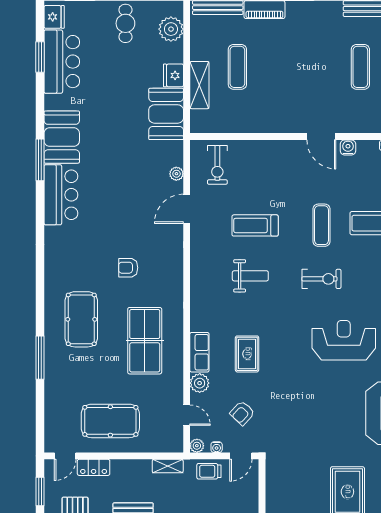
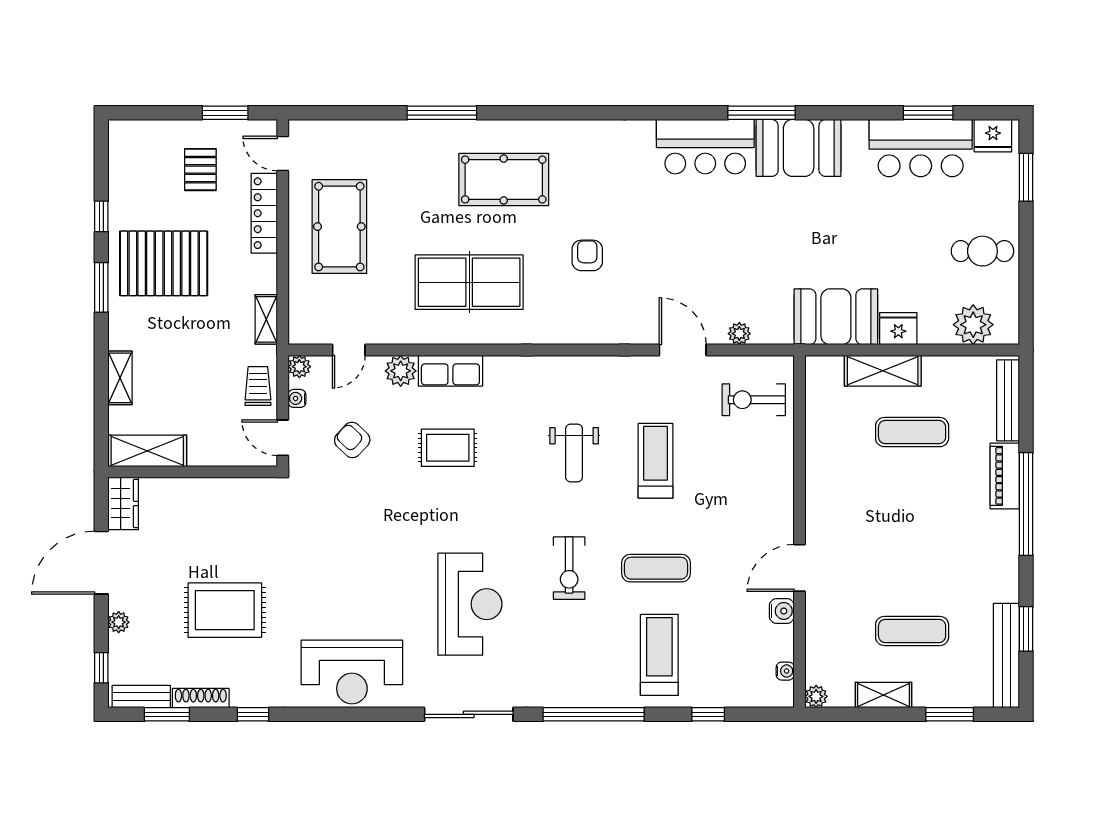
locker: (94, 467) -> (264, 213), width x1.53

